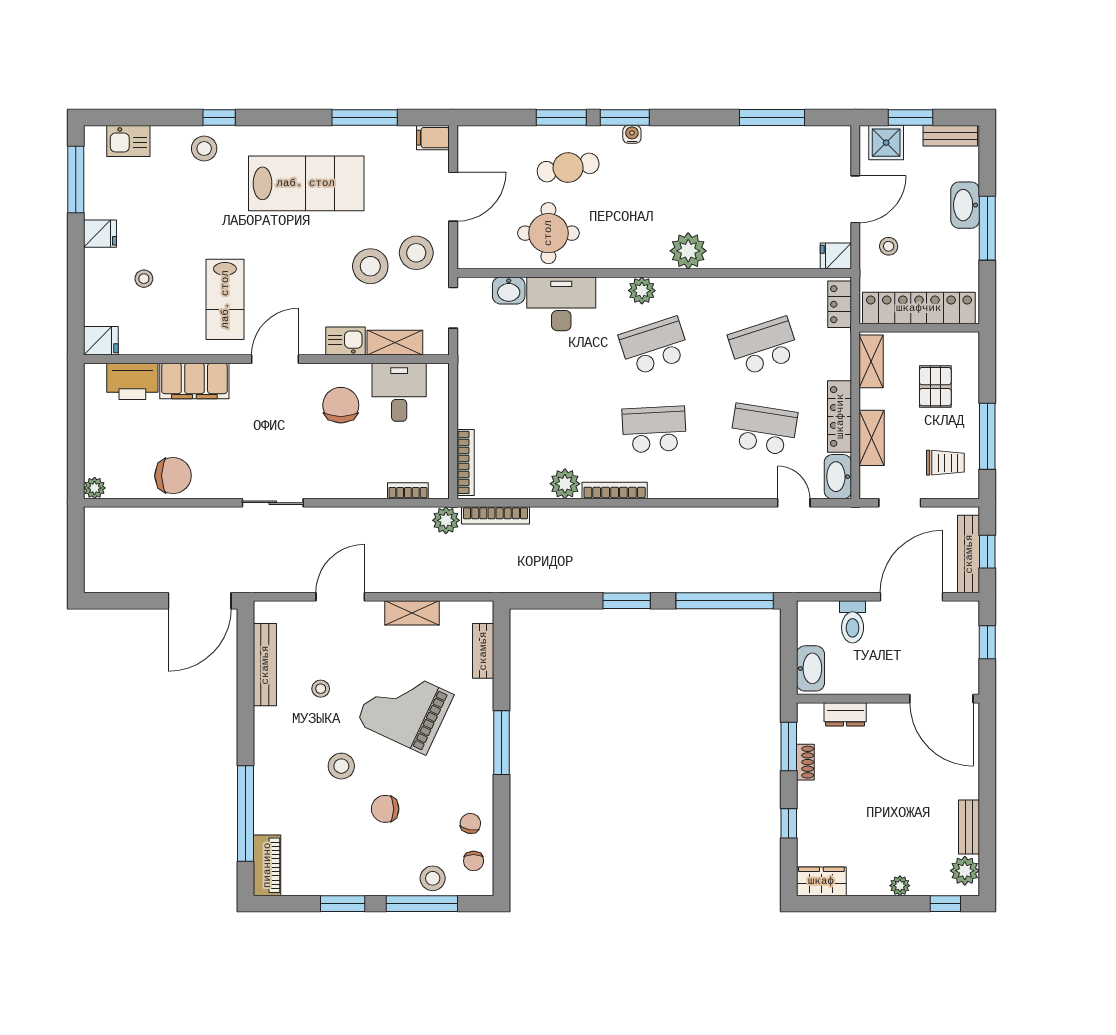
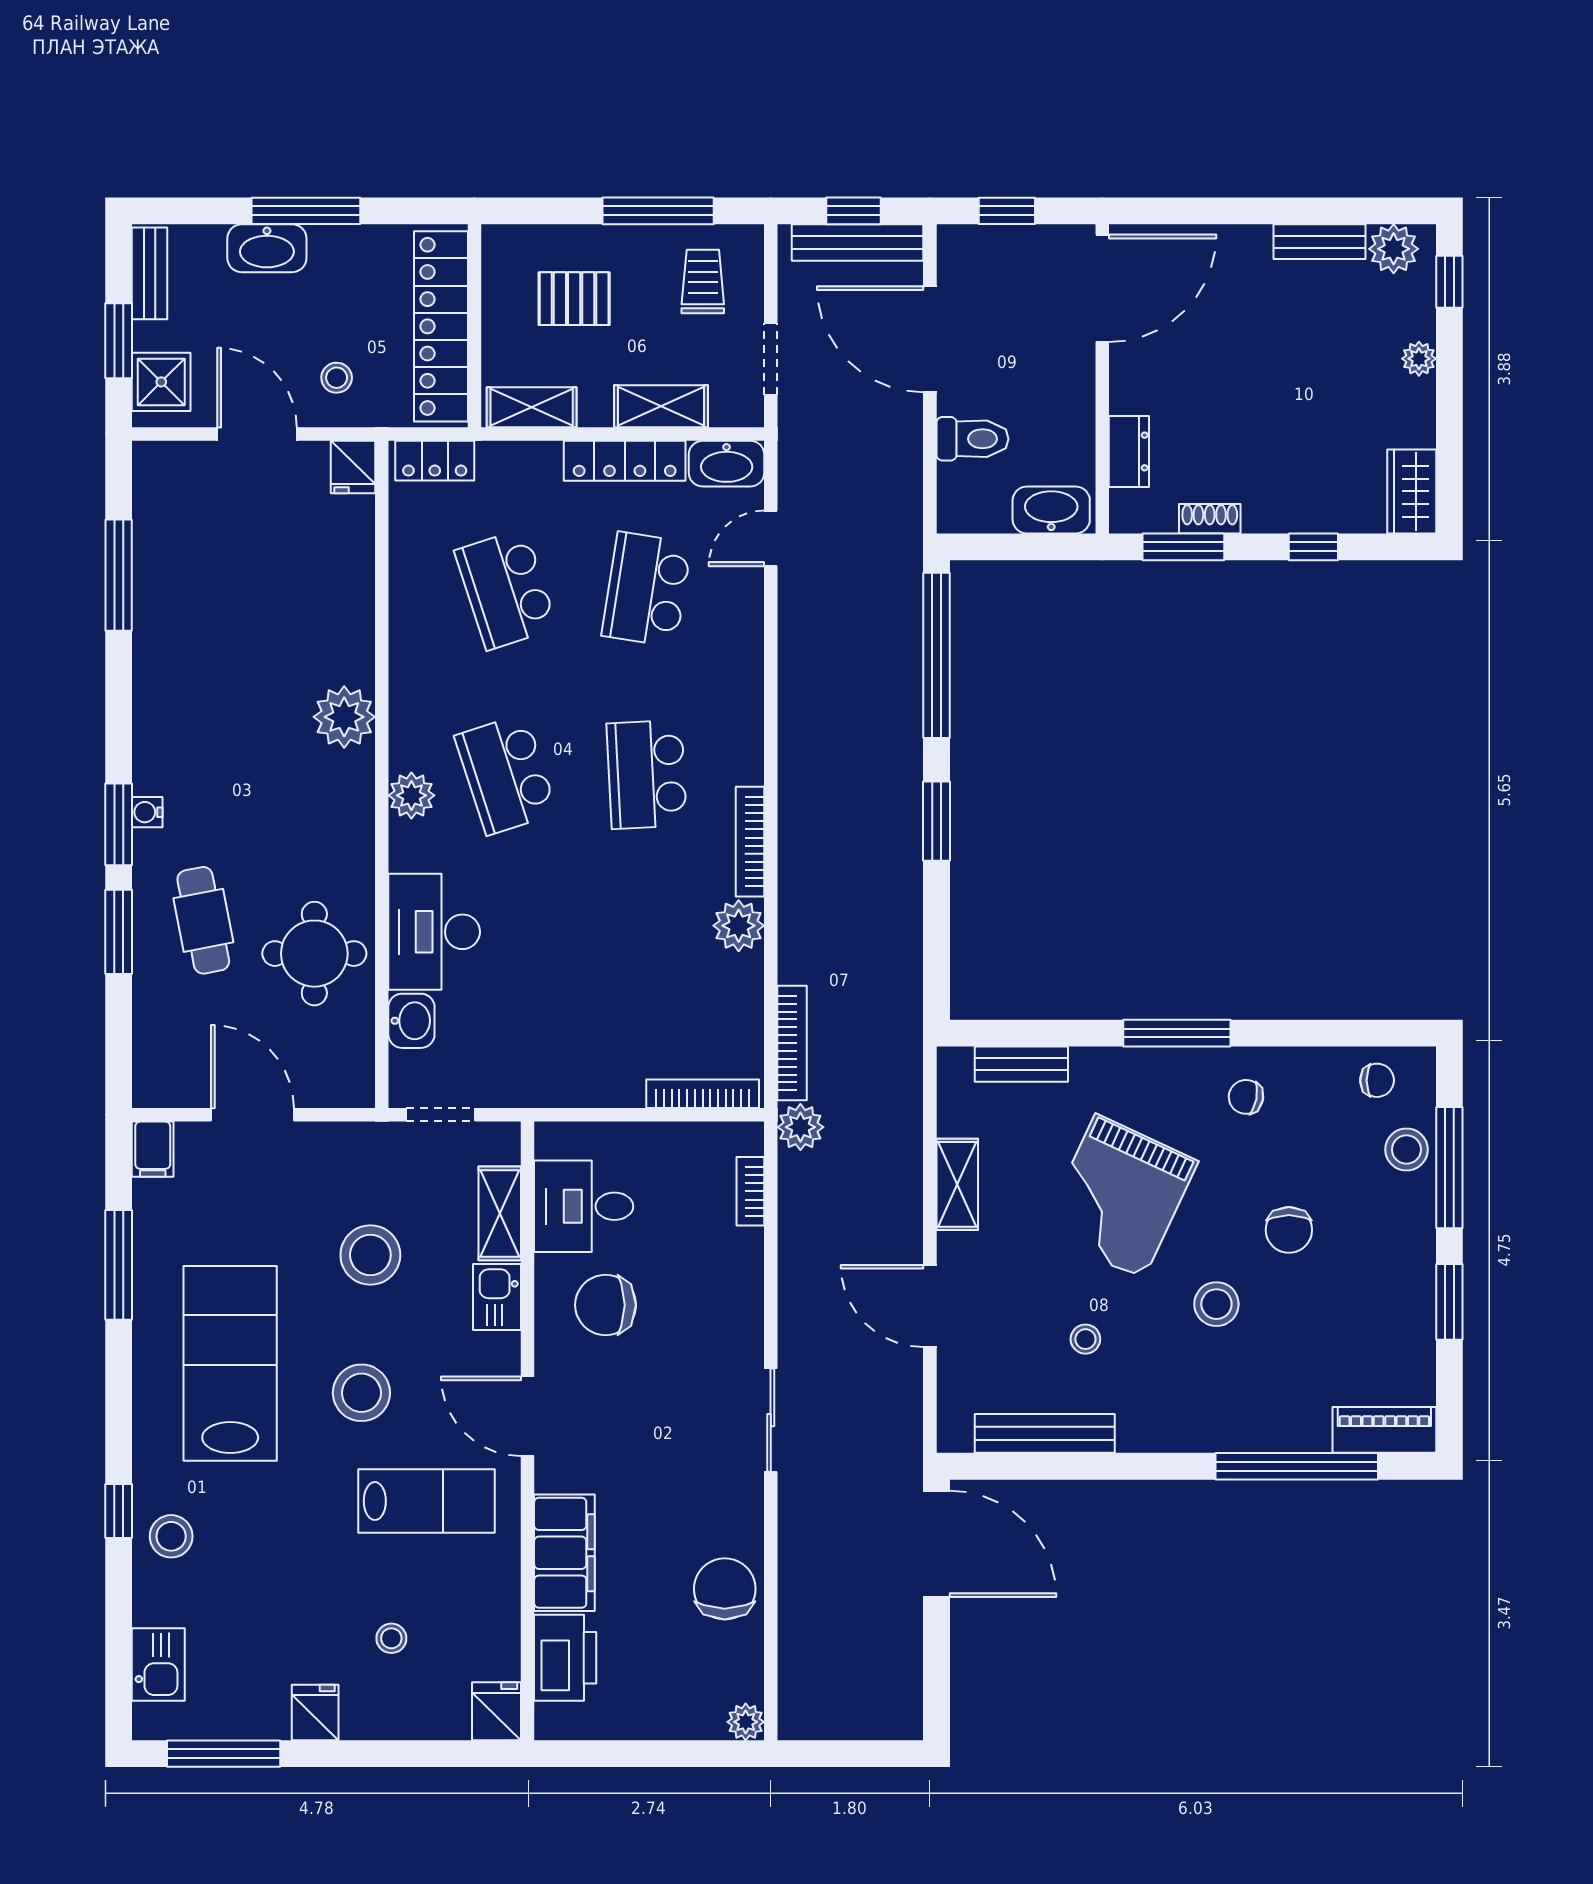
stool: (416, 253) -> (361, 1393), moved
chair: (470, 823) -> (1246, 1097), moved

